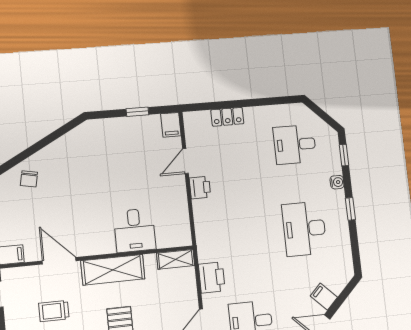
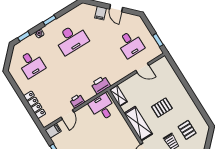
locker: (227, 117) -> (35, 105), width x1.53
door: (186, 161) -> (67, 115), hinge flipped
desk: (135, 230) -> (102, 107), moved, turned -90
printer: (212, 277) -> (101, 85), moved

